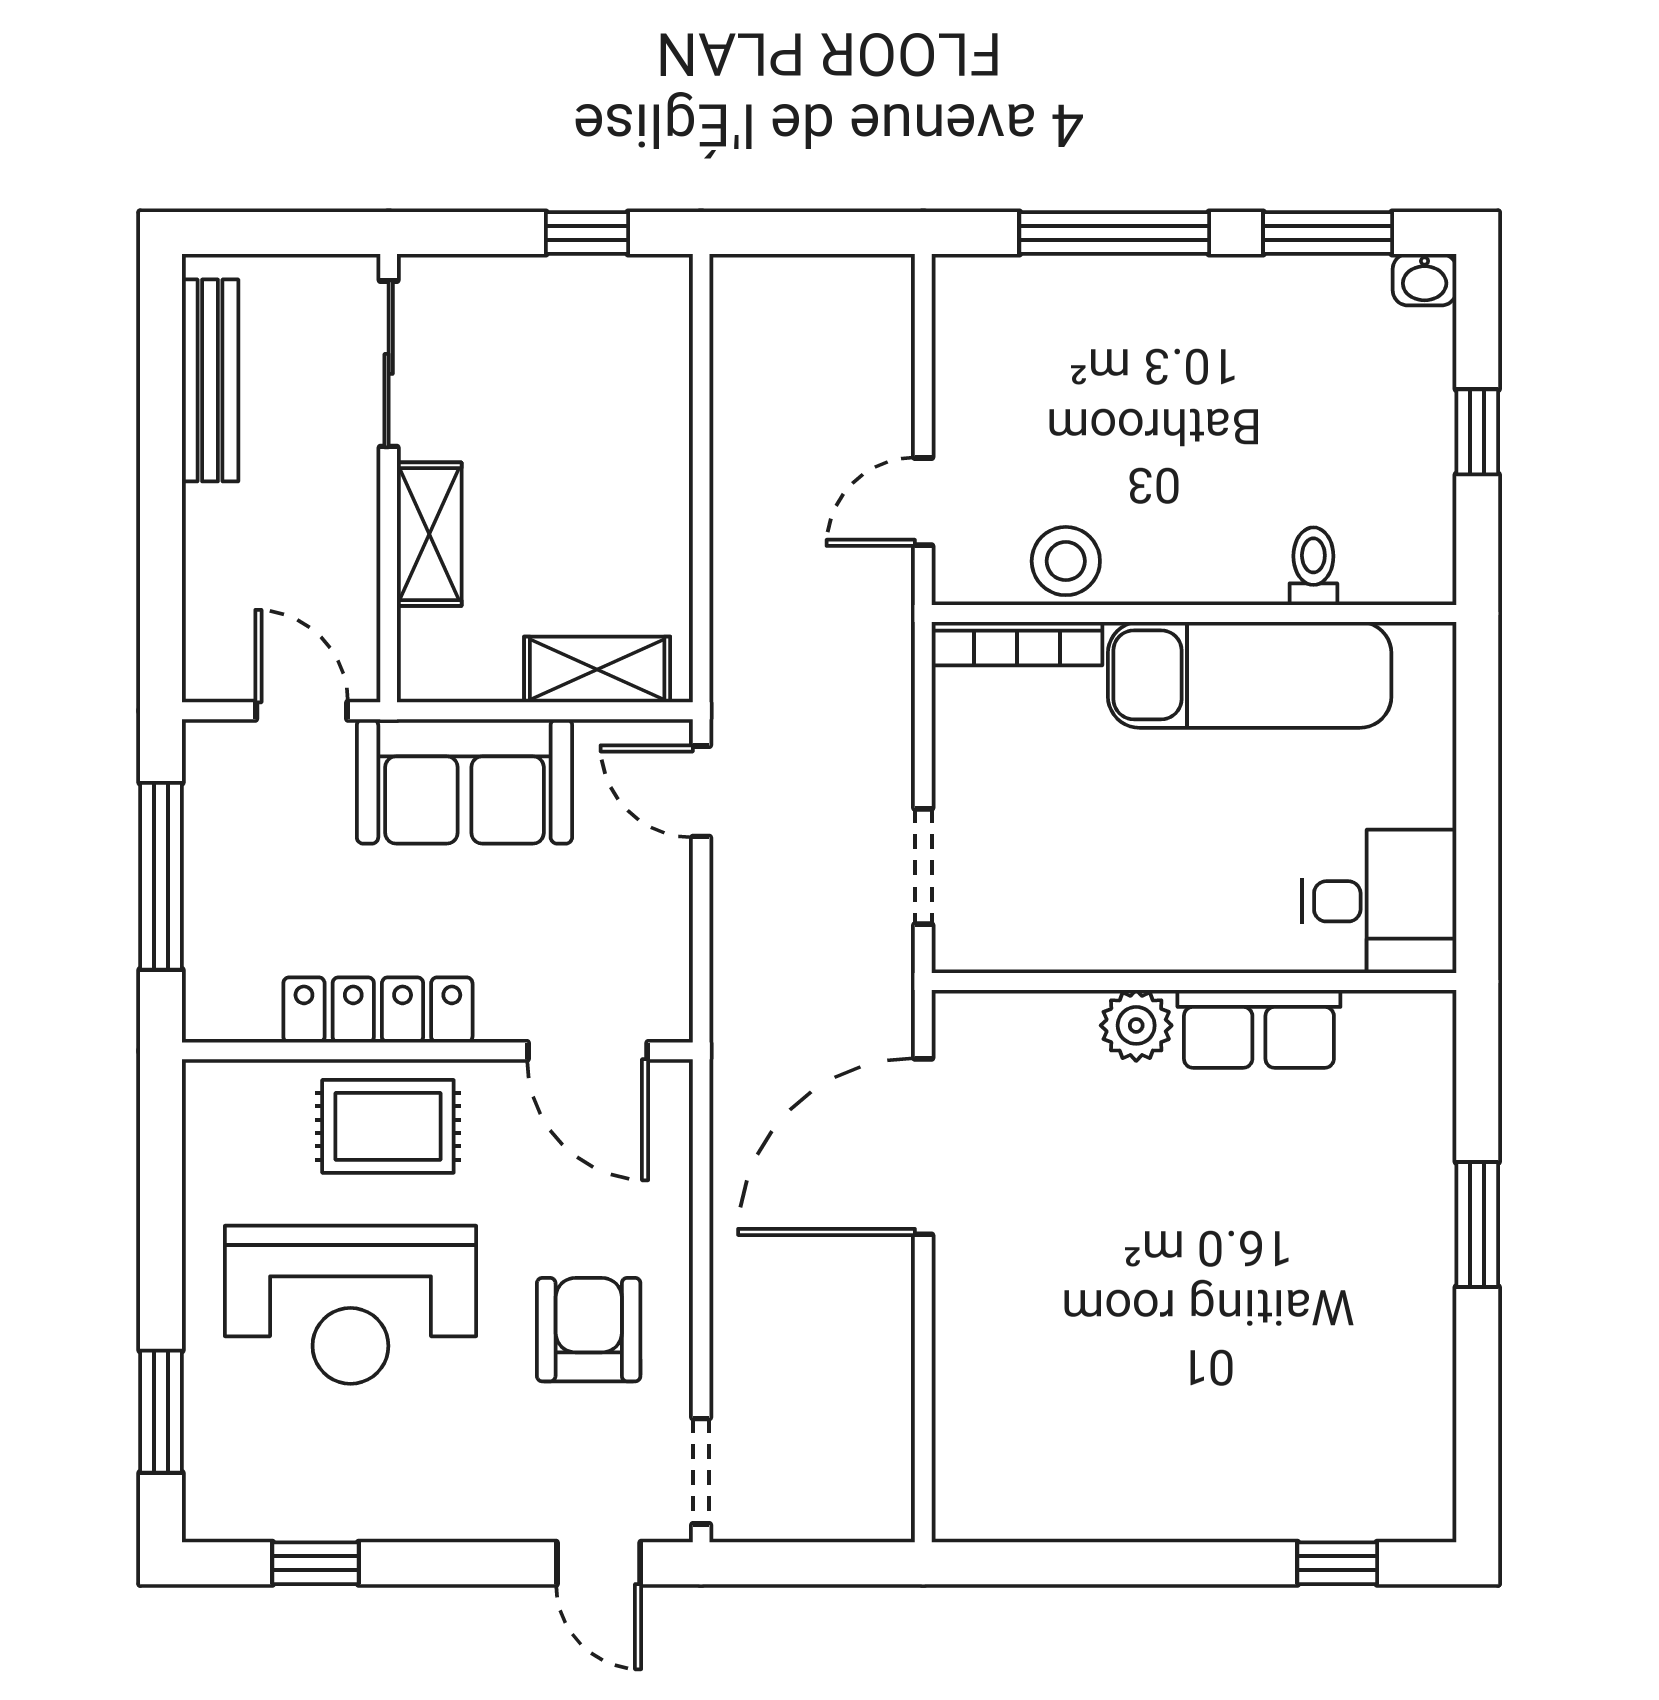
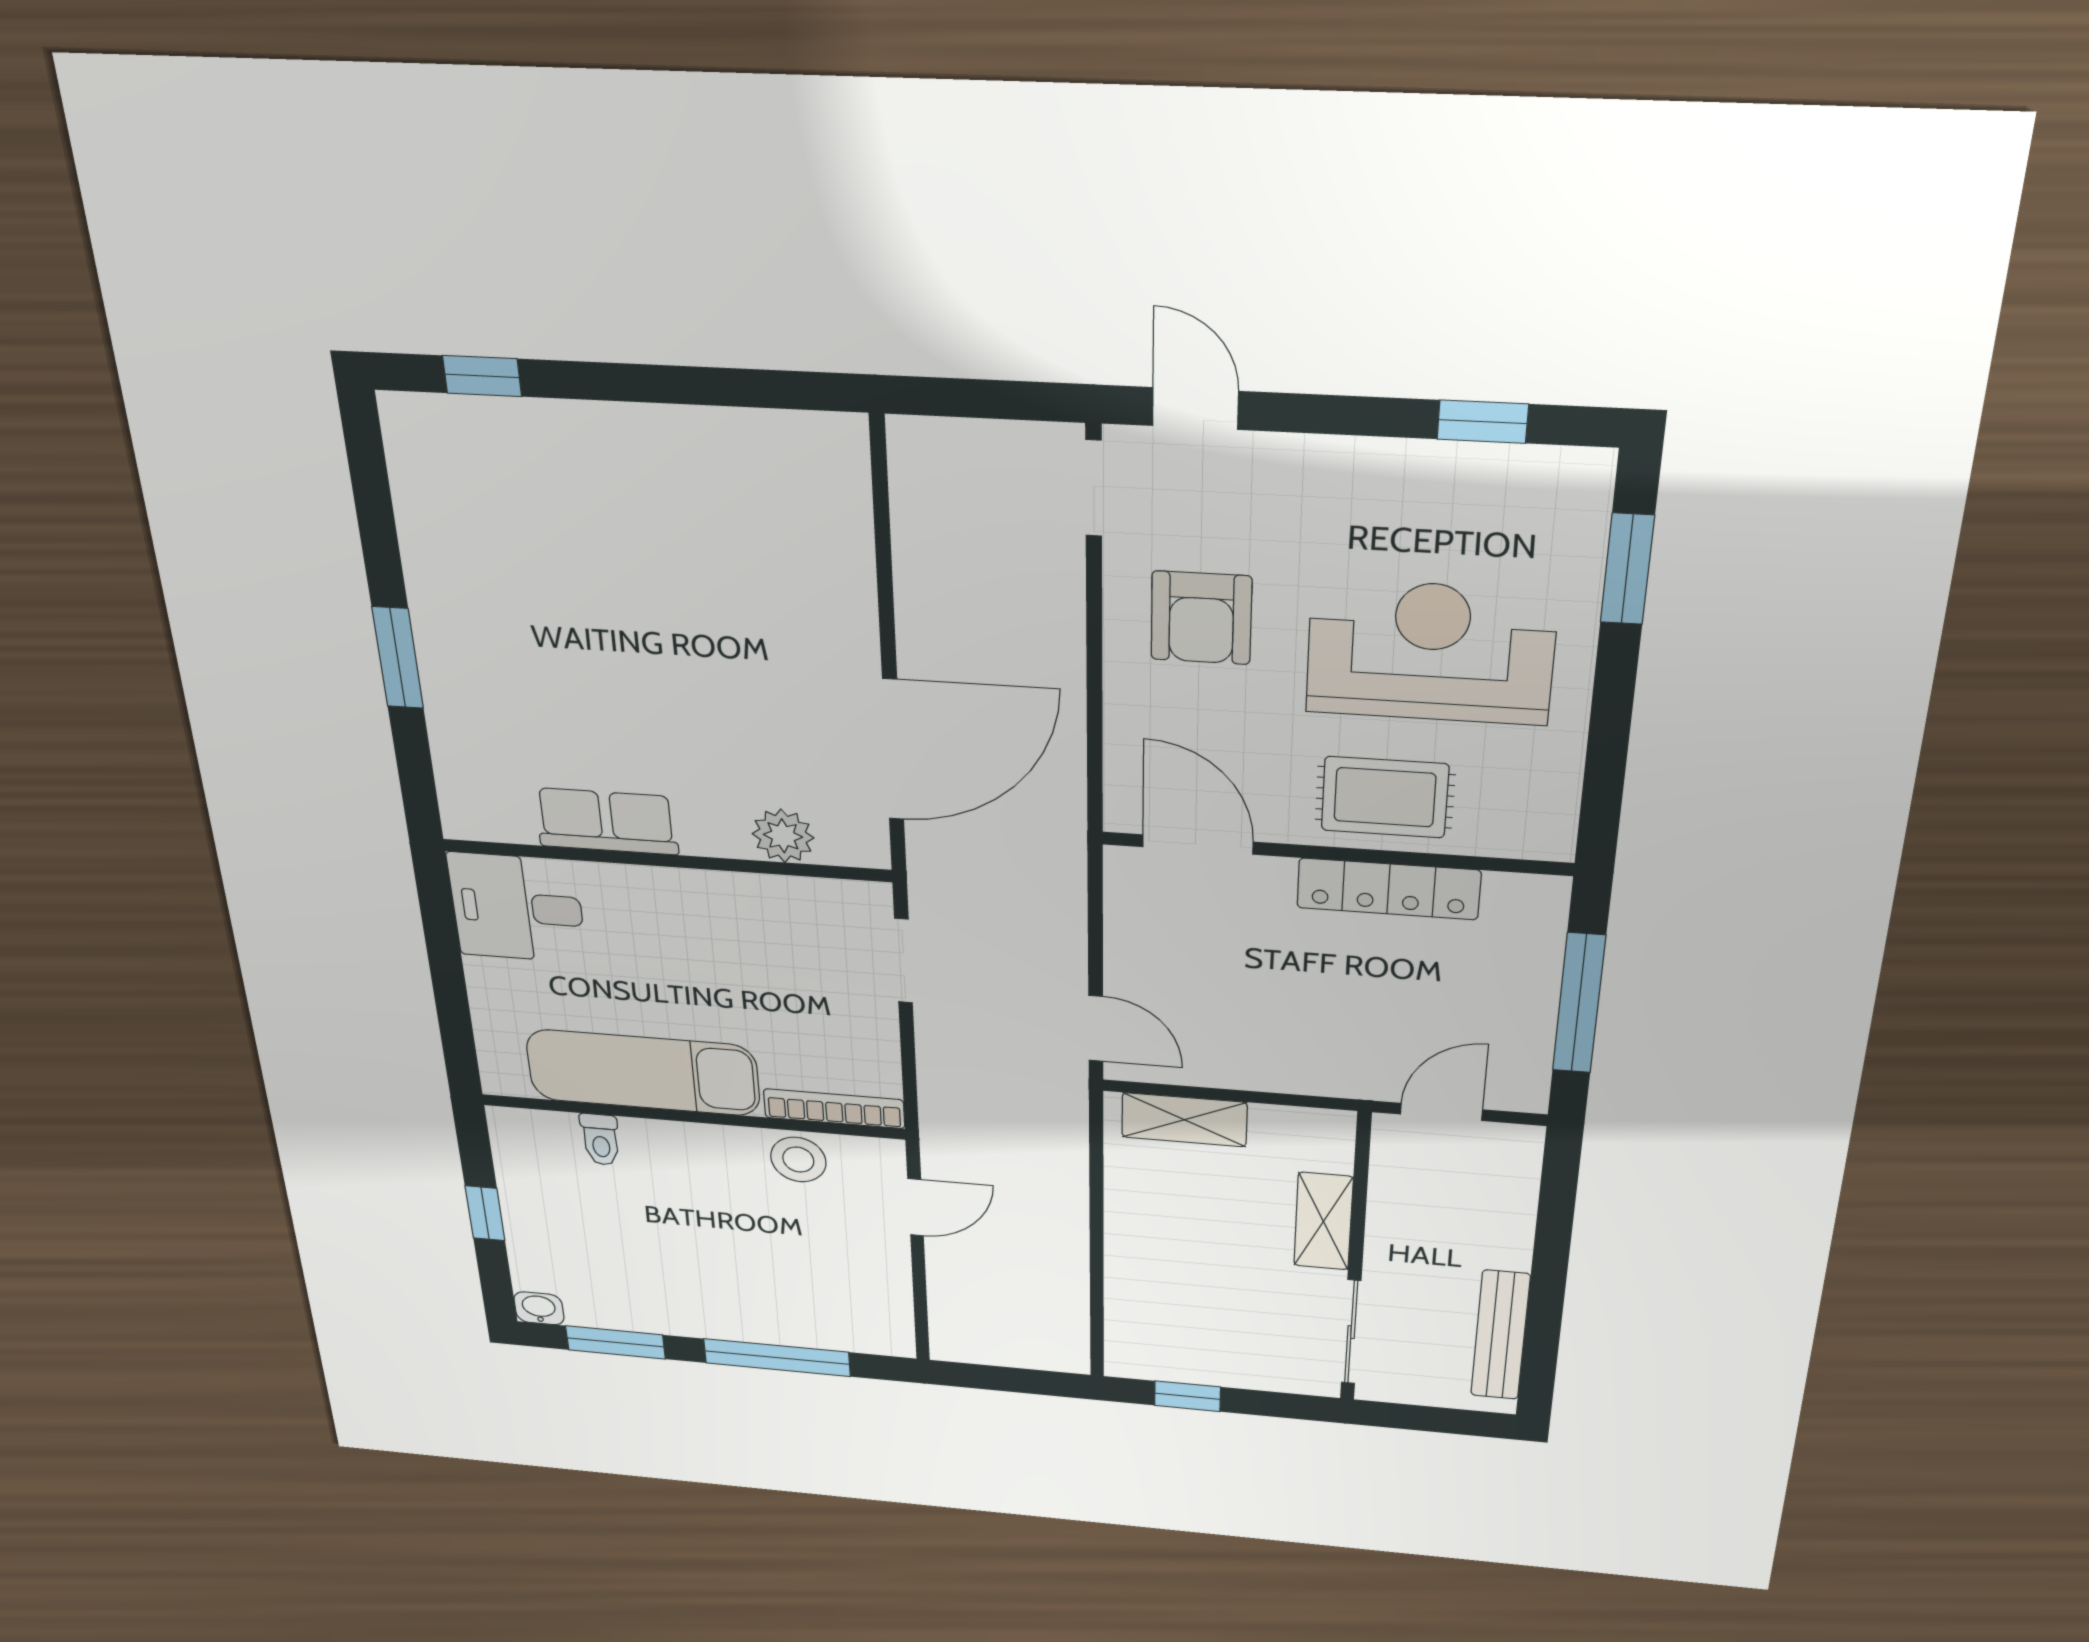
door: (302, 711) -> (1441, 1112), swing flipped
sofa: (464, 781) -> (1301, 1051), removed
plant: (1136, 1025) -> (783, 836), moved

